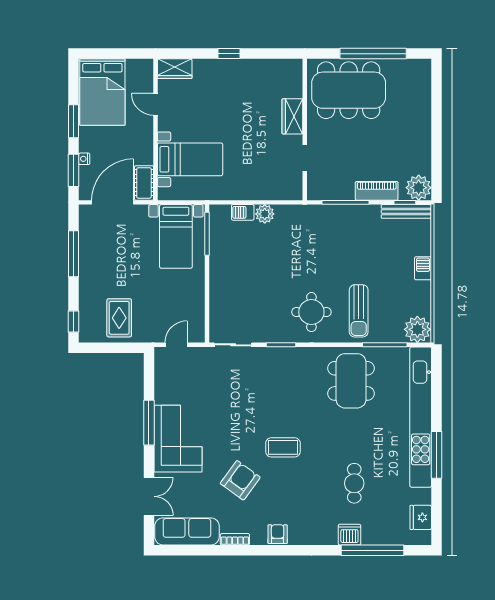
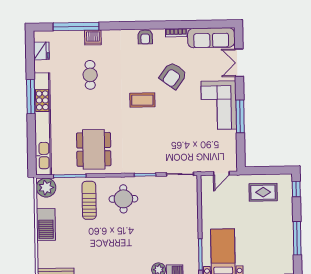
barbecue: (423, 268) -> (46, 225), width x1.88, depth x1.53
rug: (119, 318) -> (263, 192), turned 90

